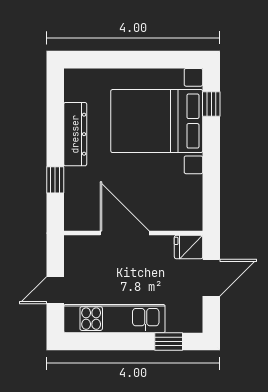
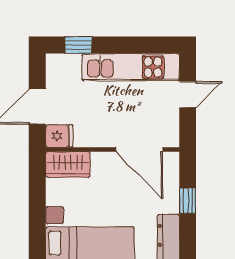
wardrobe: (180, 218) -> (68, 164), added
door: (125, 233) -> (139, 149), moved

